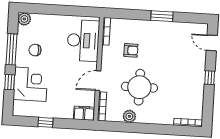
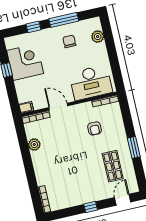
plant: (24, 19) -> (98, 37), moved
shop shelf: (175, 43) -> (113, 166), added
corner desk: (30, 84) -> (25, 62), moved, turned -90
round table: (139, 87) -> (63, 146), removed
filing cabinet: (84, 113) -> (26, 107), width x0.50

